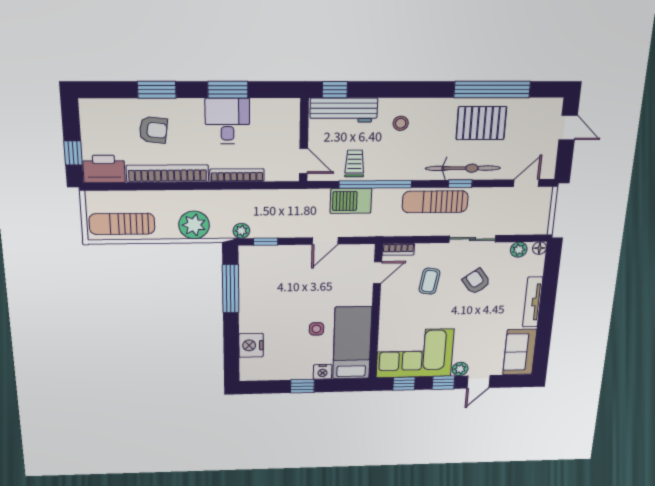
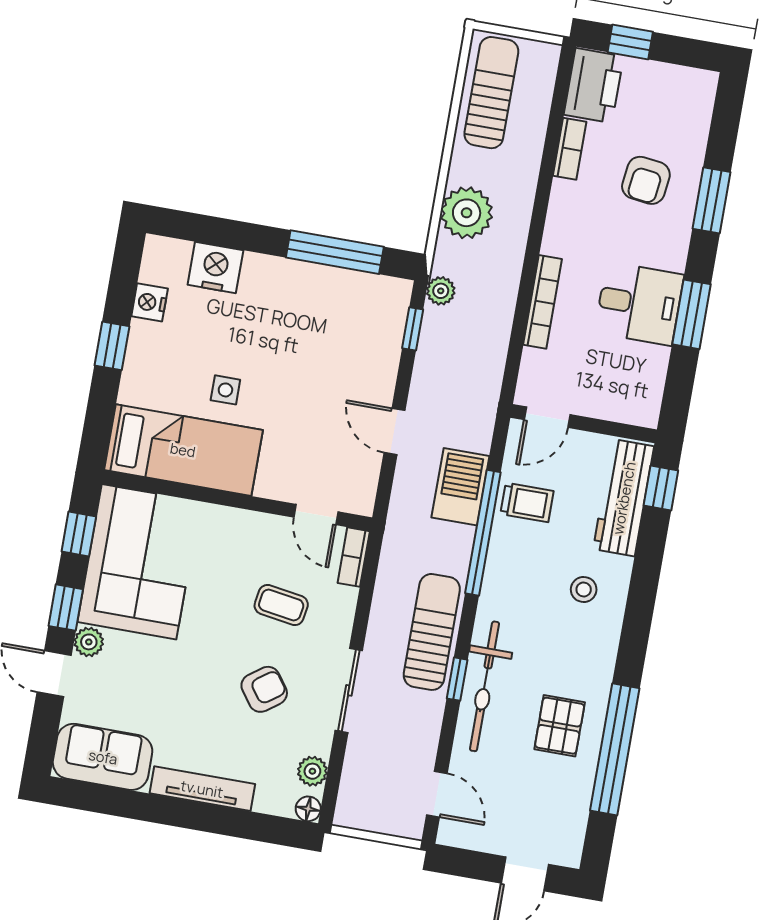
pallet: (481, 123) -> (560, 726), width x0.67, depth x0.71
bookcase: (168, 174) -> (570, 149), width x0.43, depth x0.76
nightstand: (323, 372) -> (150, 302), moved

